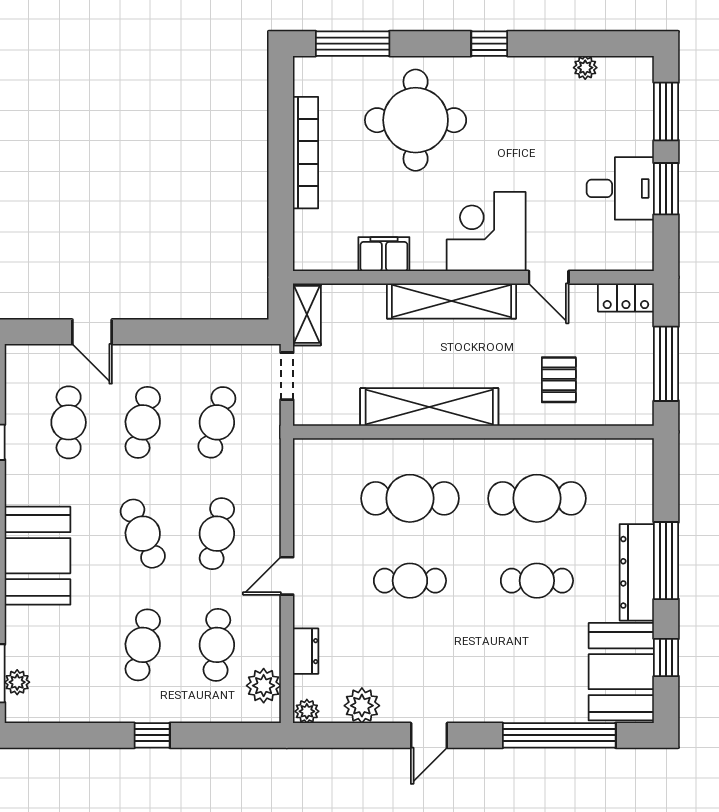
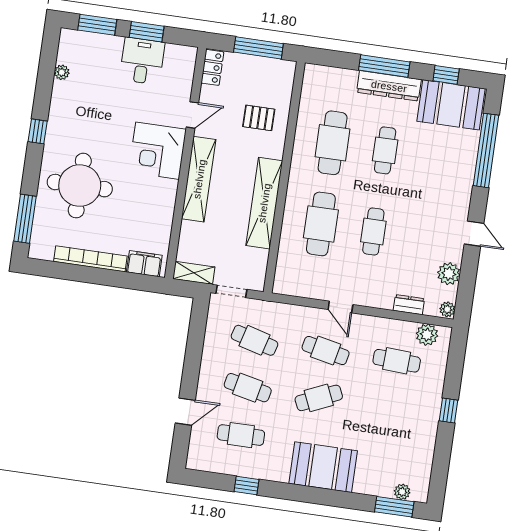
filing cabinet: (384, 254) -> (144, 264), moved, turned 90
door: (287, 576) -> (340, 307), moved
cafe table: (143, 645) -> (390, 408), removed

